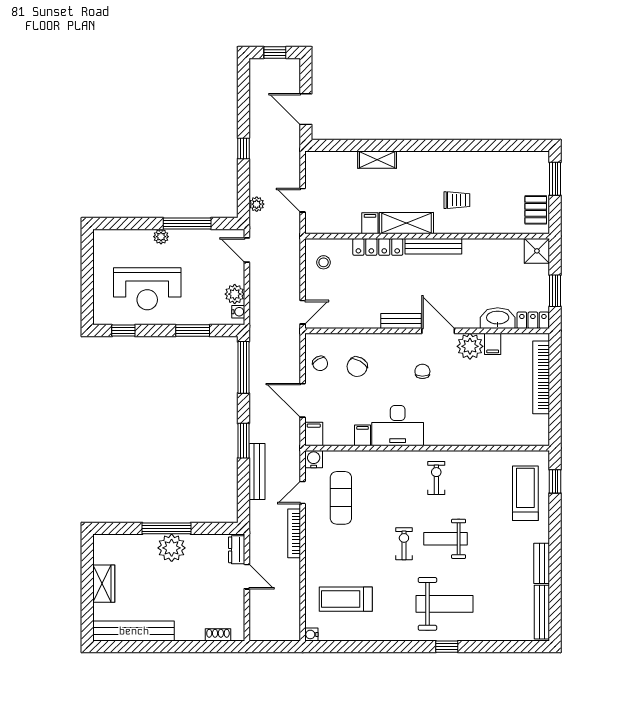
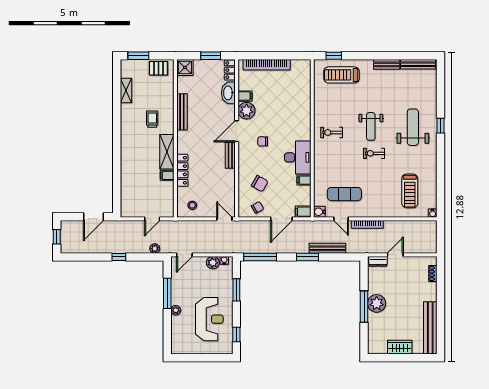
shelving: (377, 160) -> (126, 91), moved
bench: (433, 246) -> (182, 112), moved

